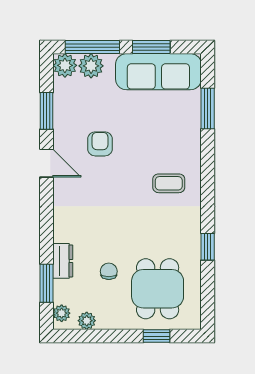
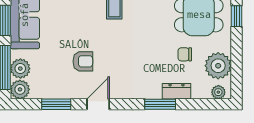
armchair: (100, 144) -> (83, 61), turned 180
window: (47, 283) -> (160, 104), moved
plant: (87, 321) -> (218, 66), width x1.88, depth x1.88

